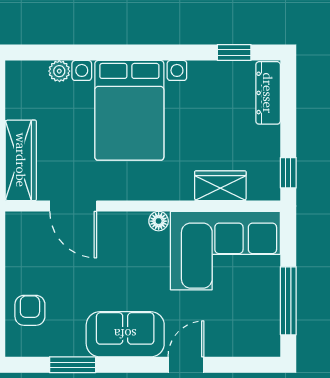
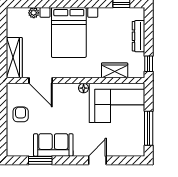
dresser: (268, 93) -> (139, 36), moved
armchair: (30, 310) -> (21, 114), moved
sofa: (125, 334) -> (53, 145), moved

